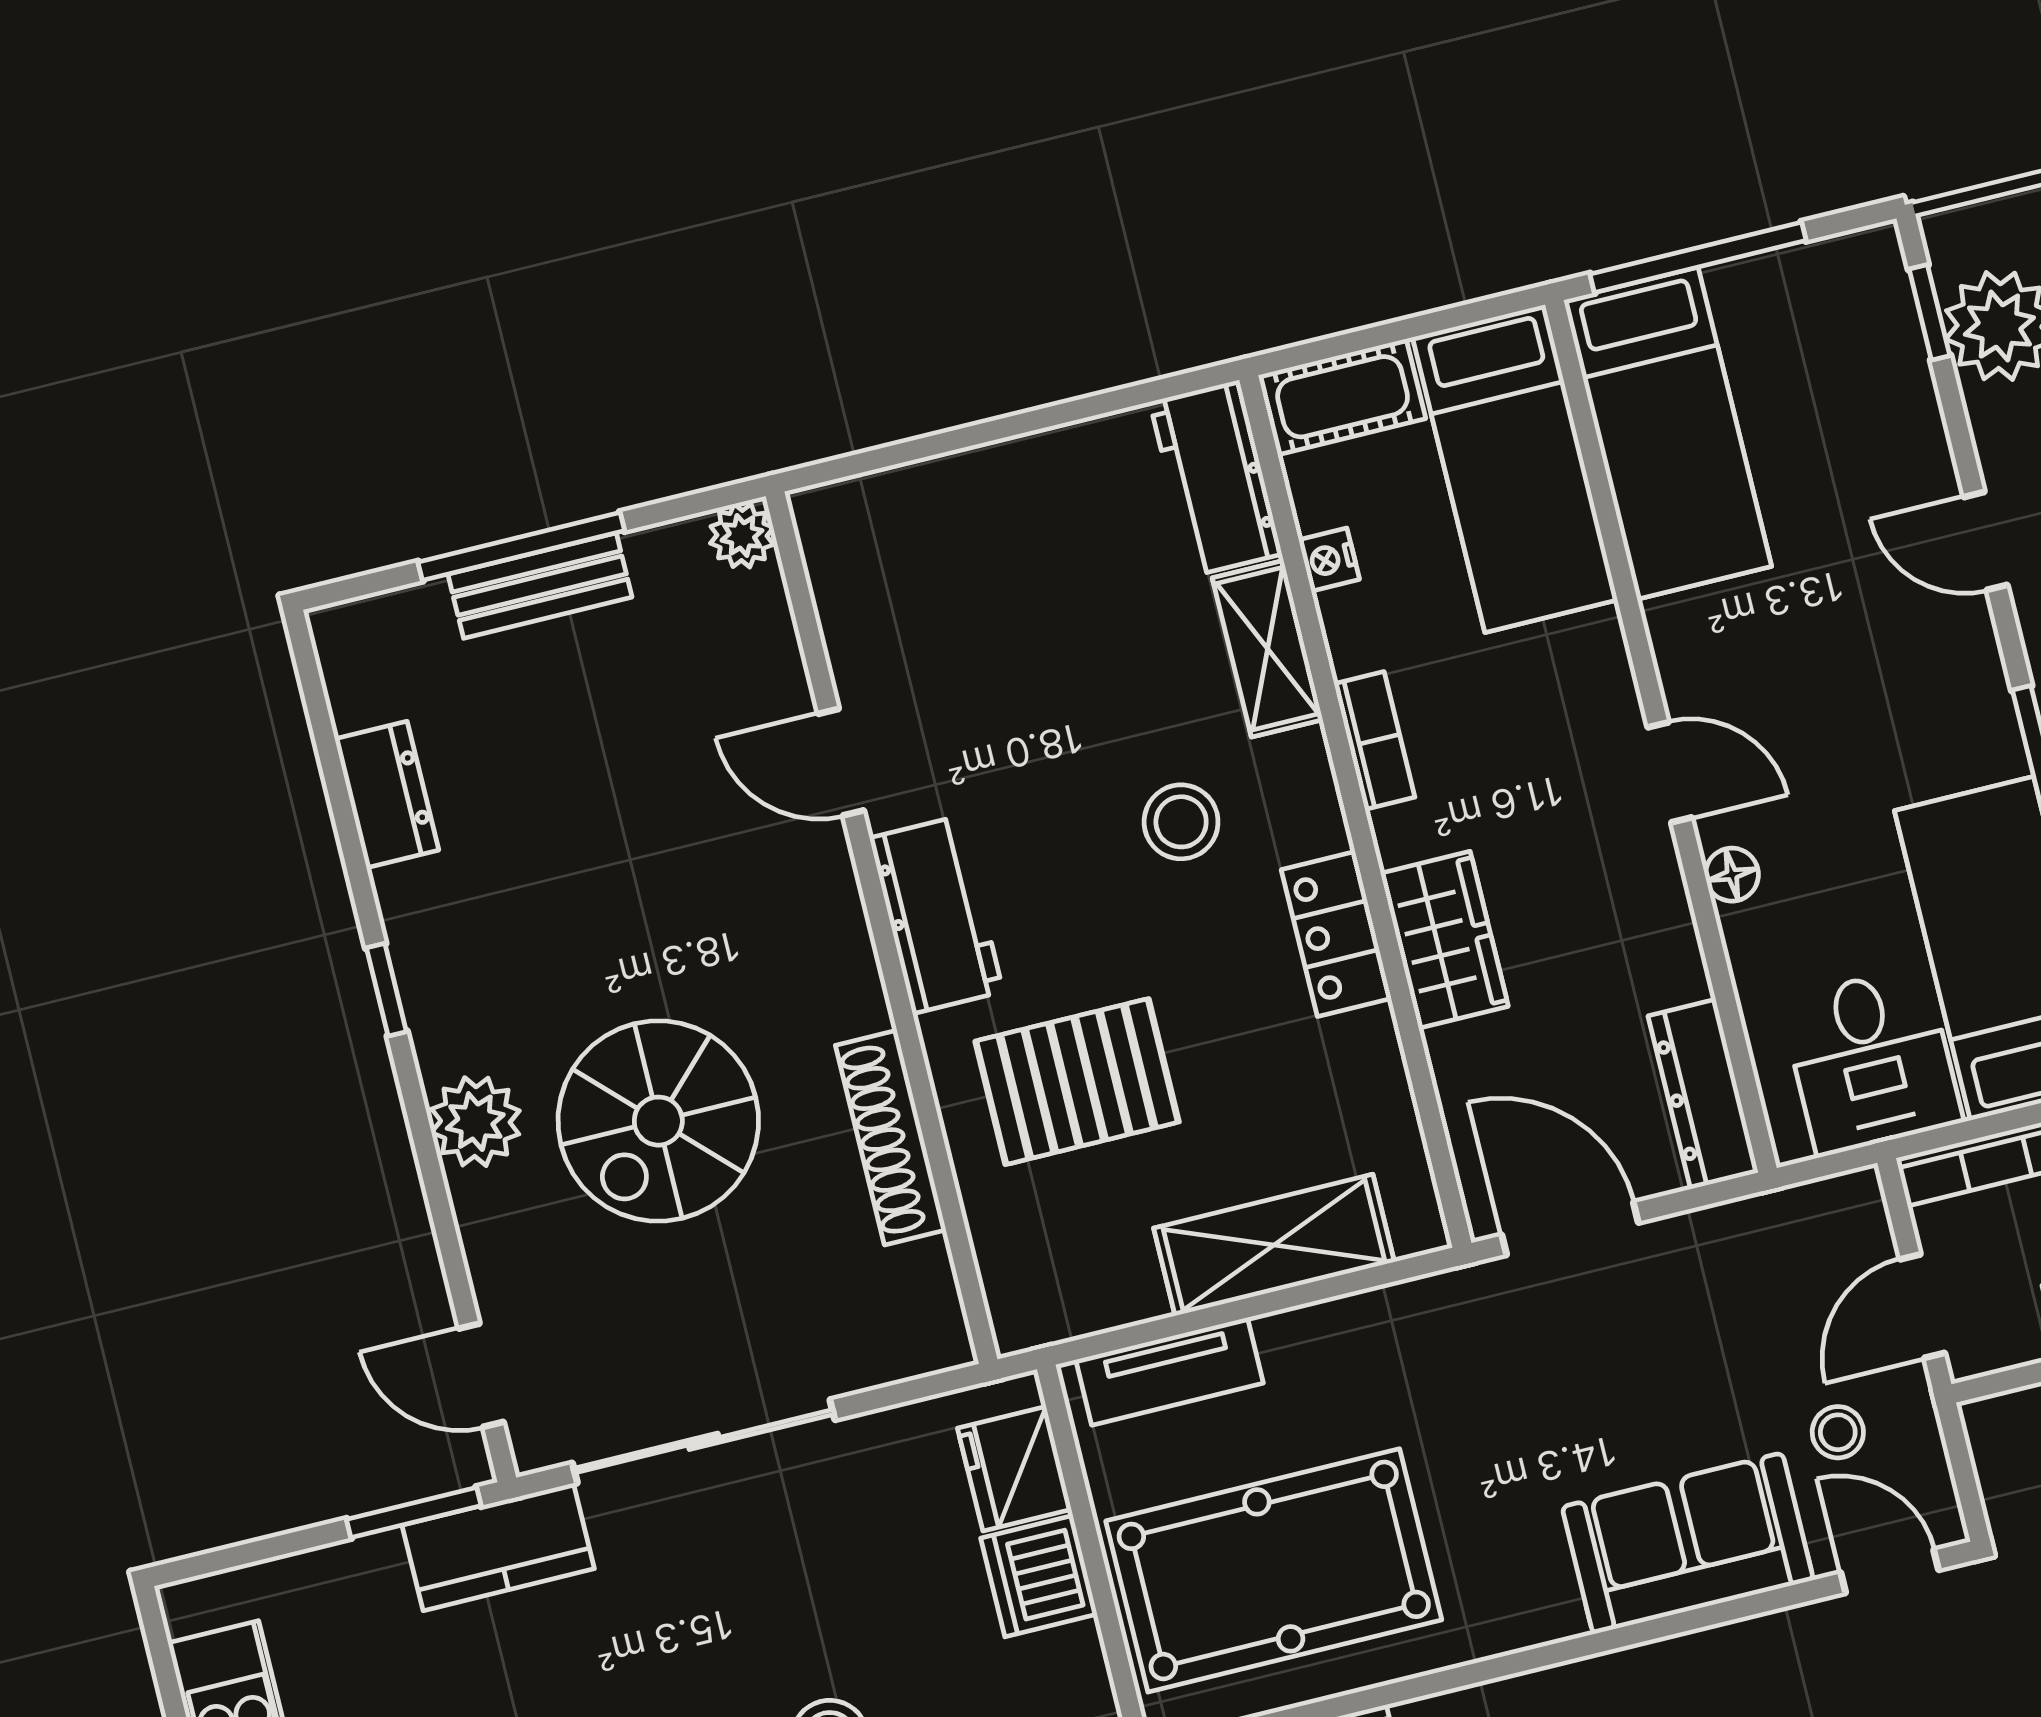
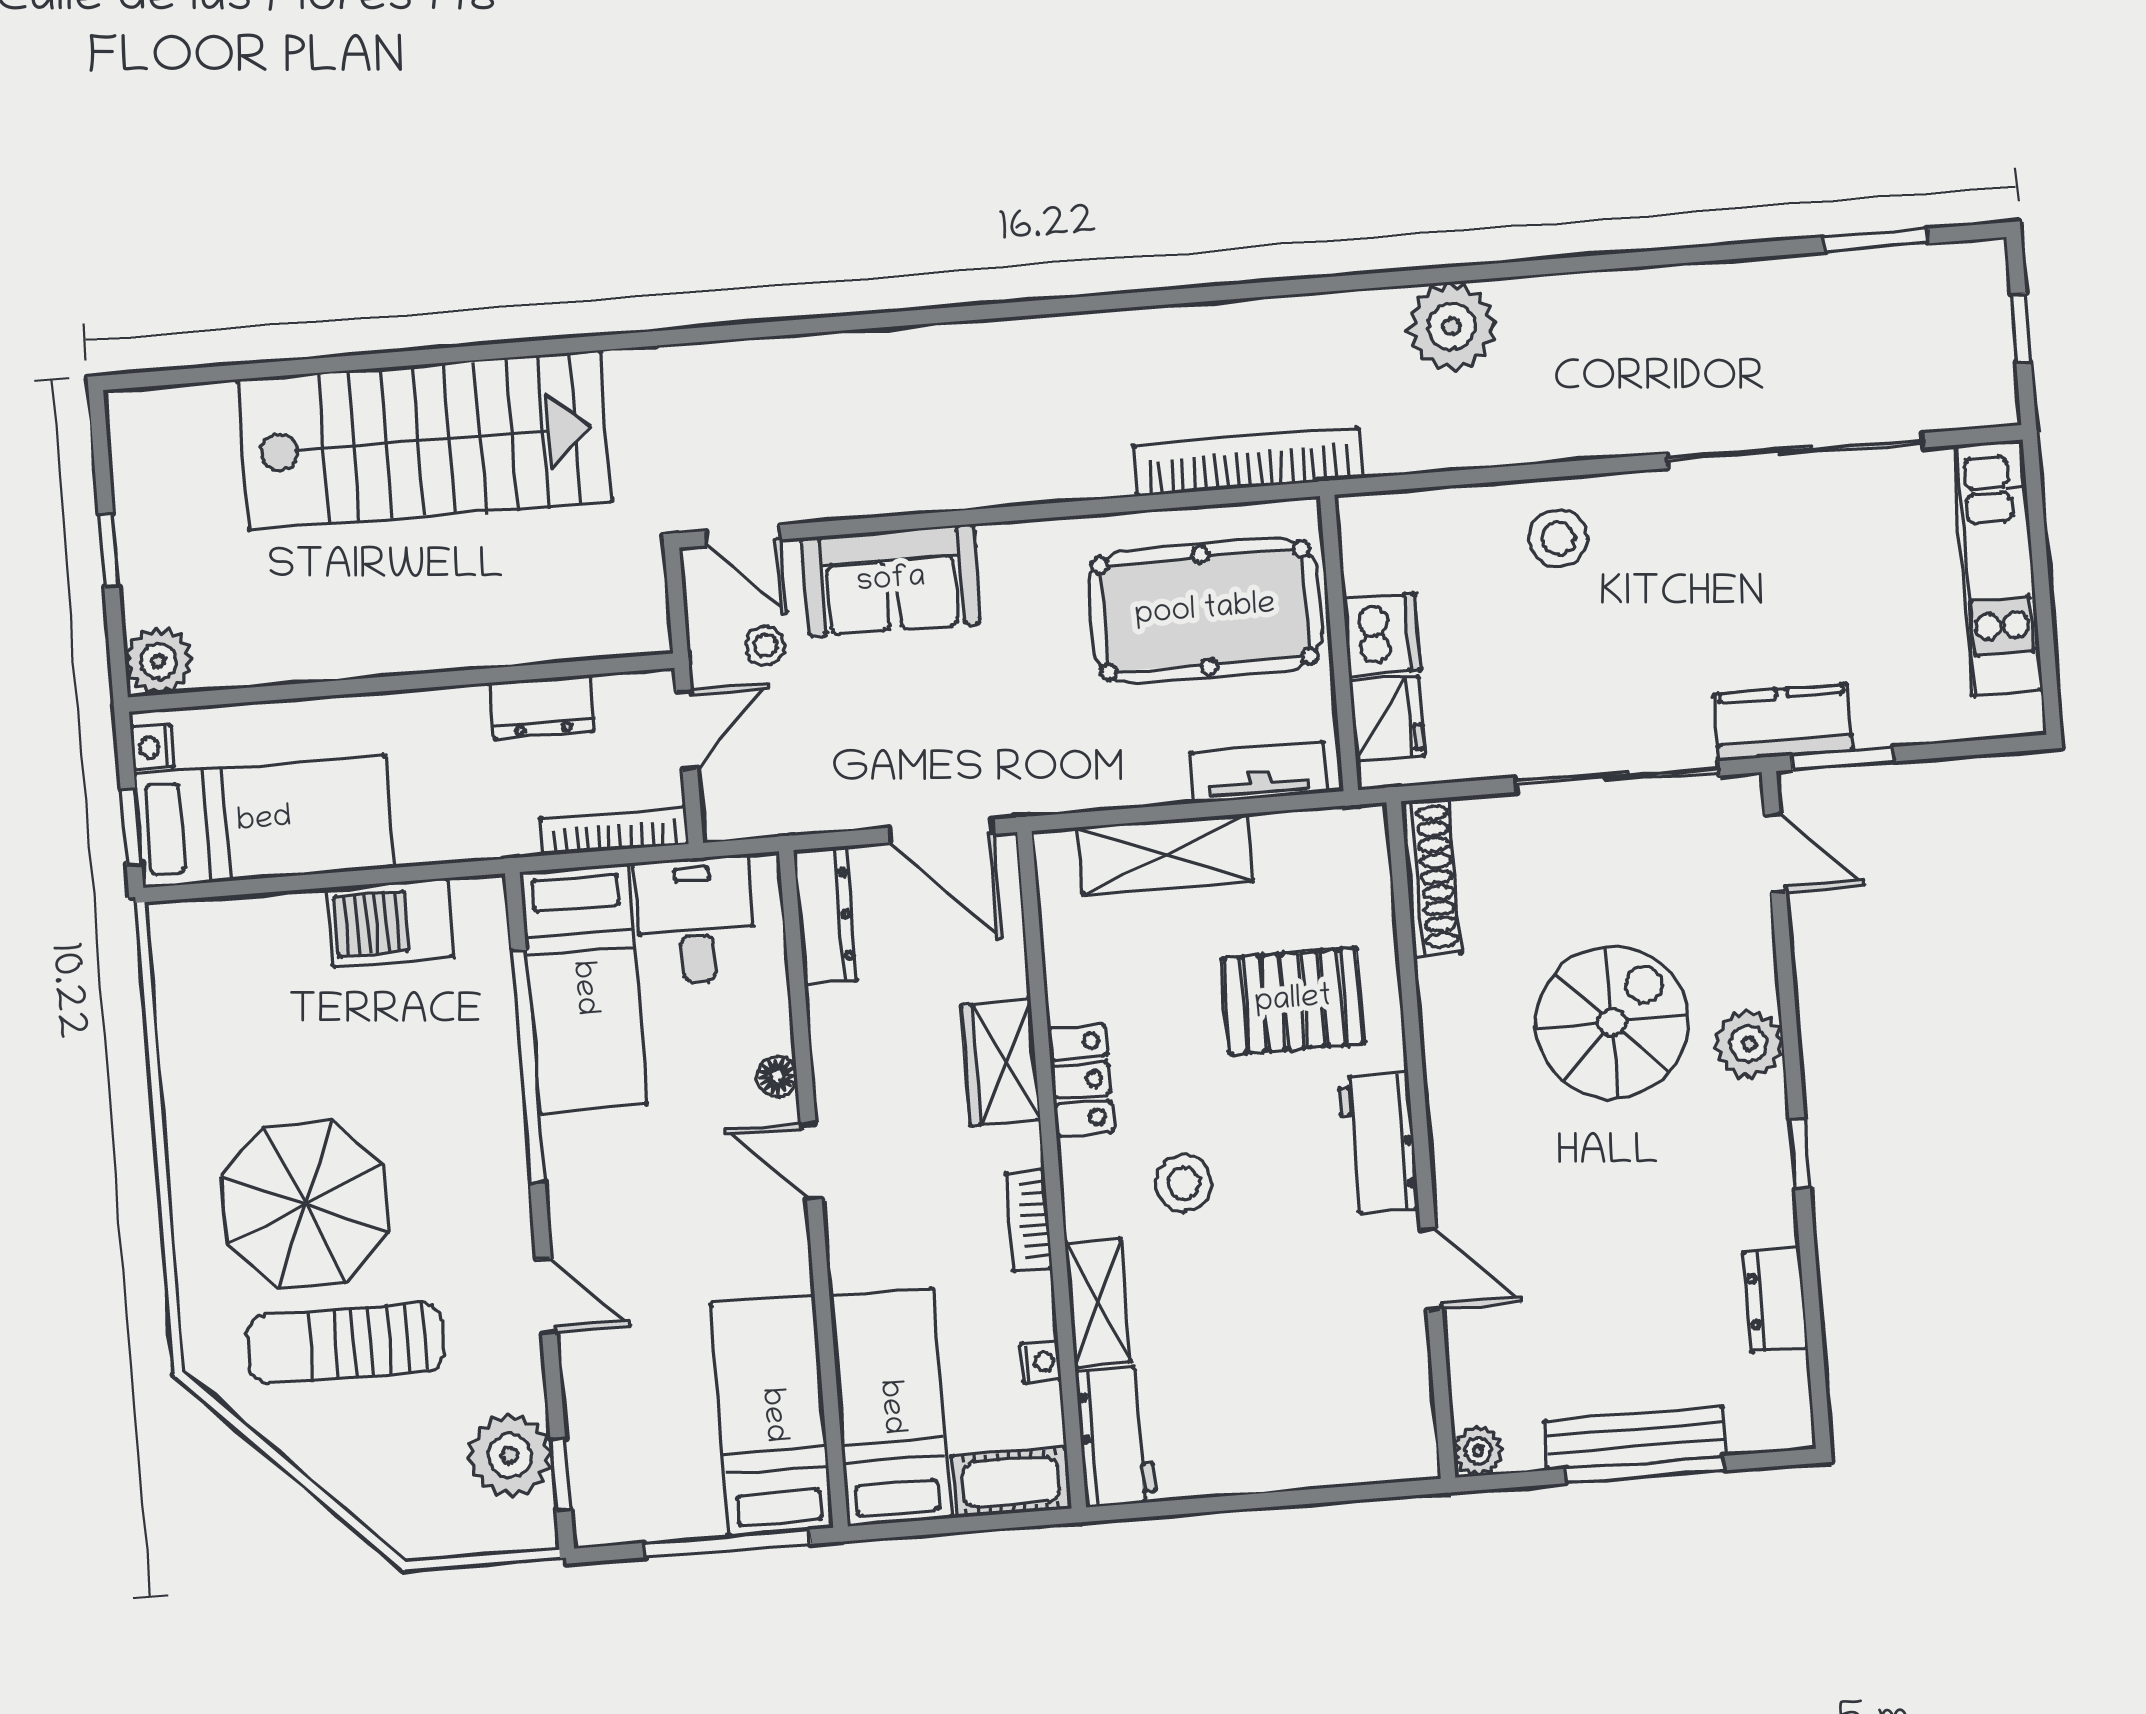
bench: (540, 586) -> (1636, 1438), width x1.36
shoe rack: (891, 1138) -> (1431, 877), moved

